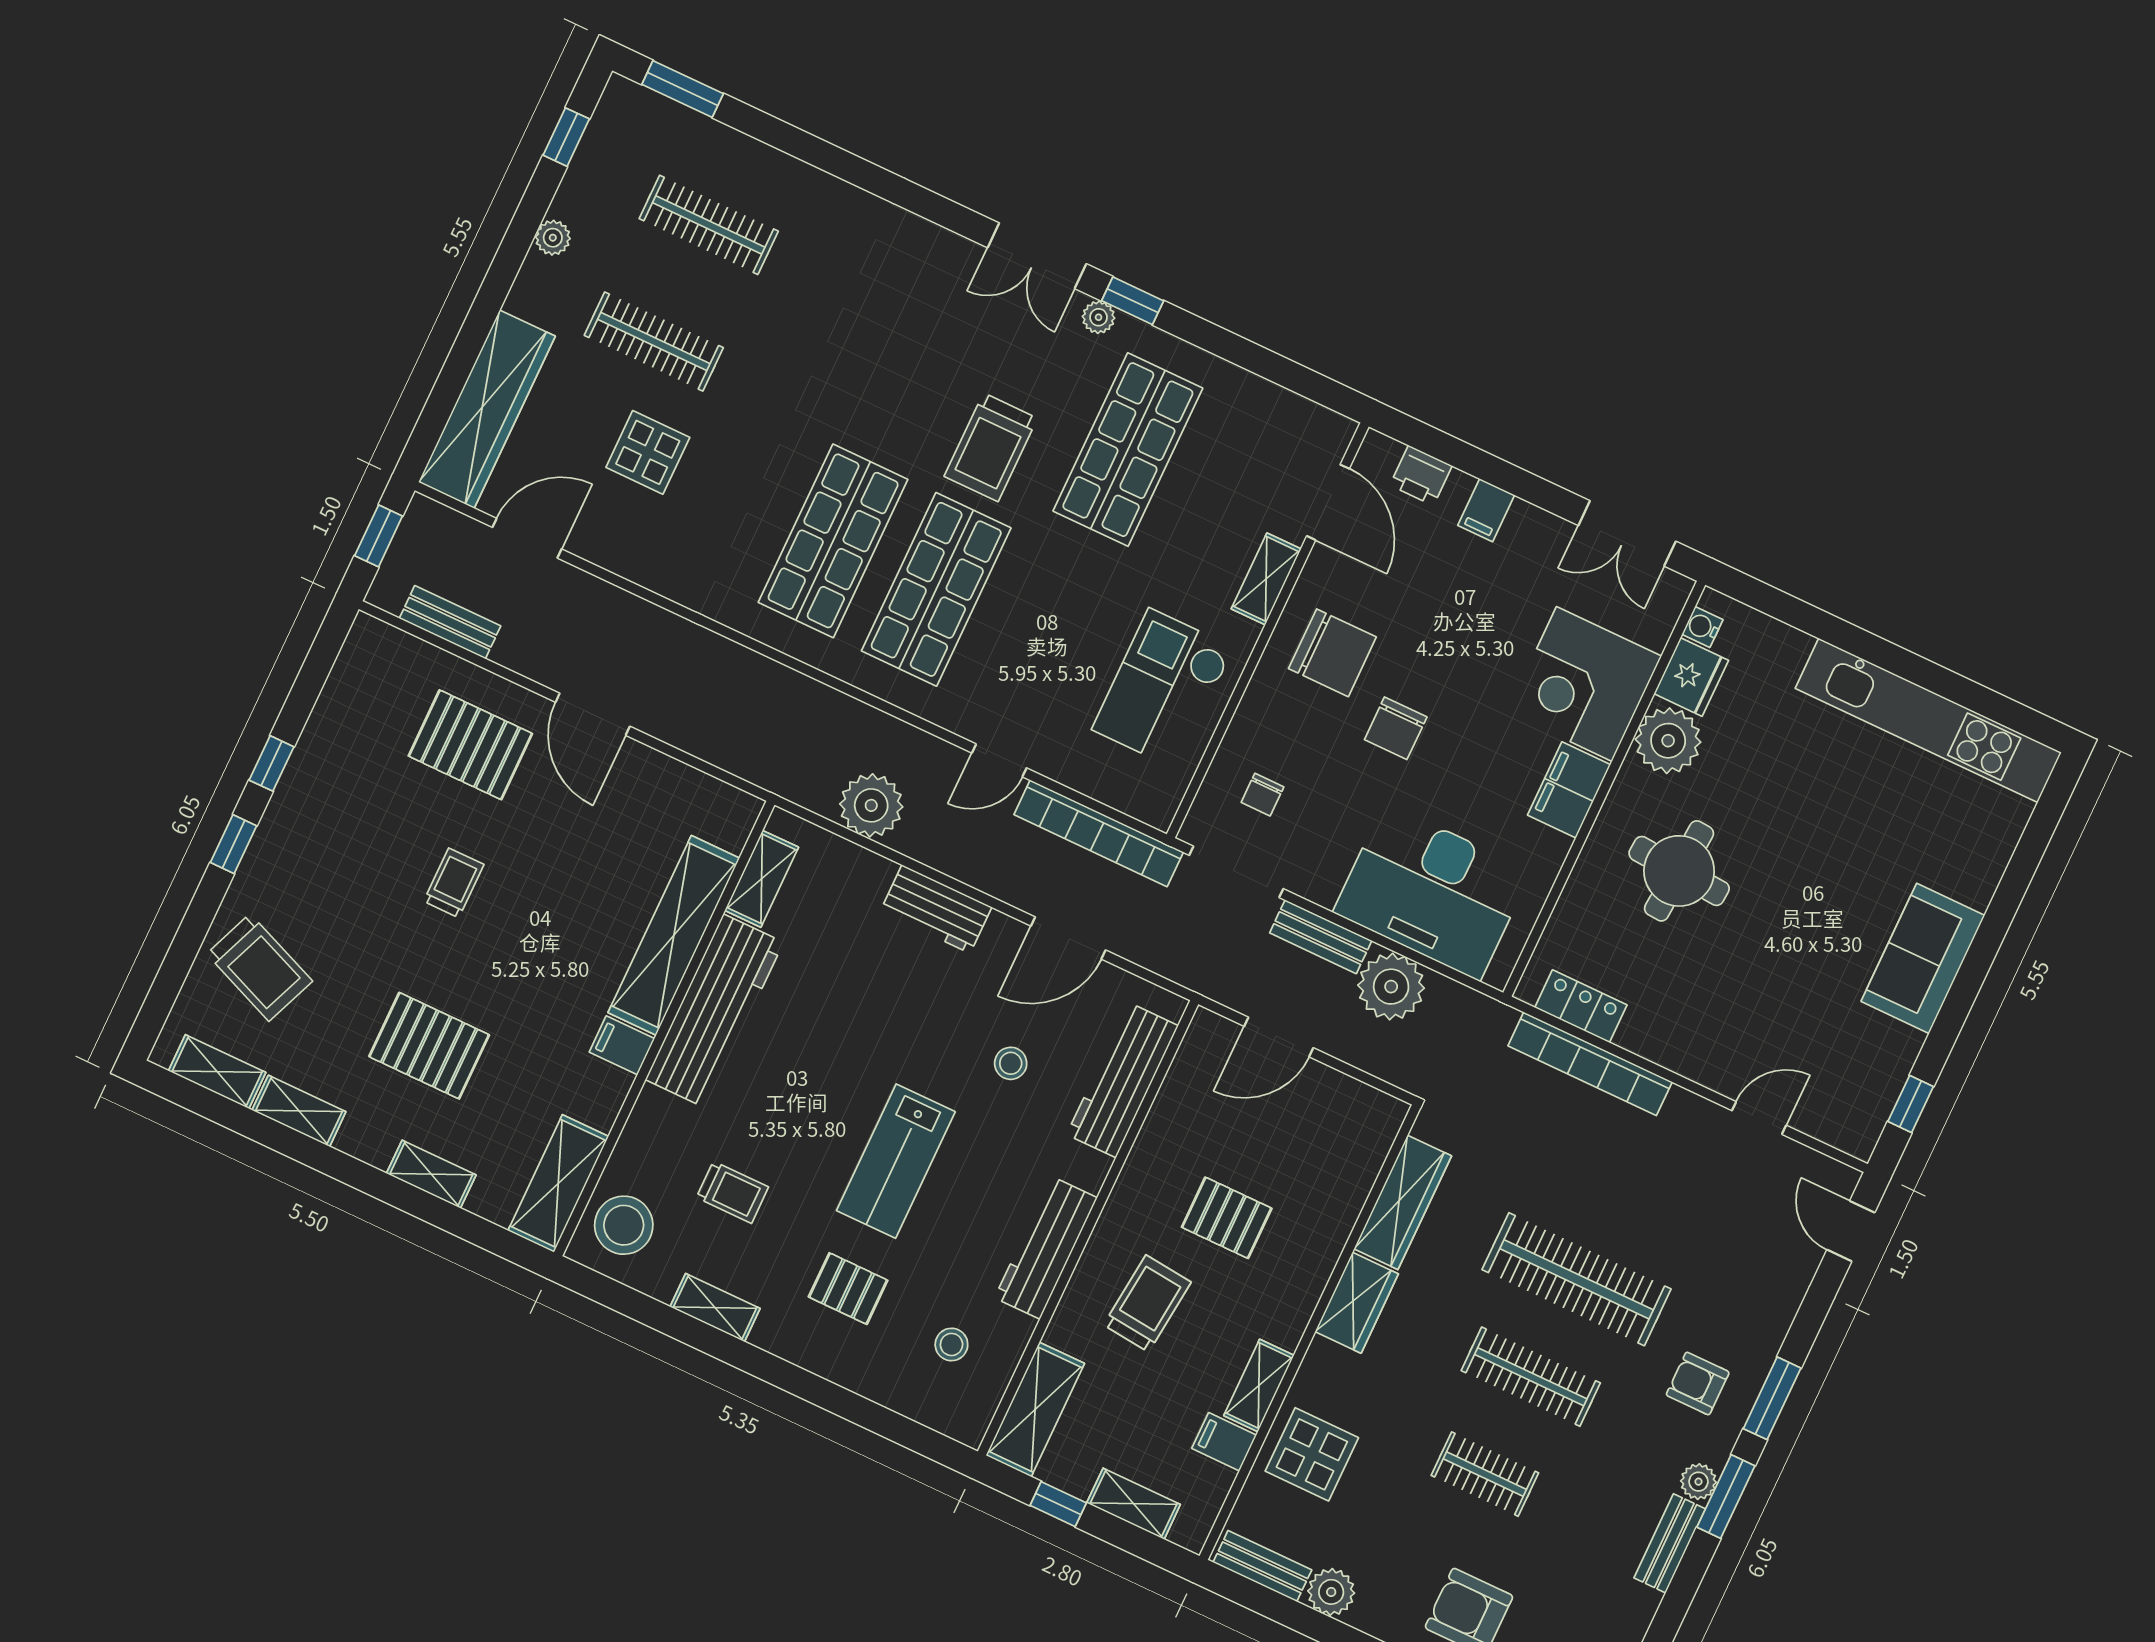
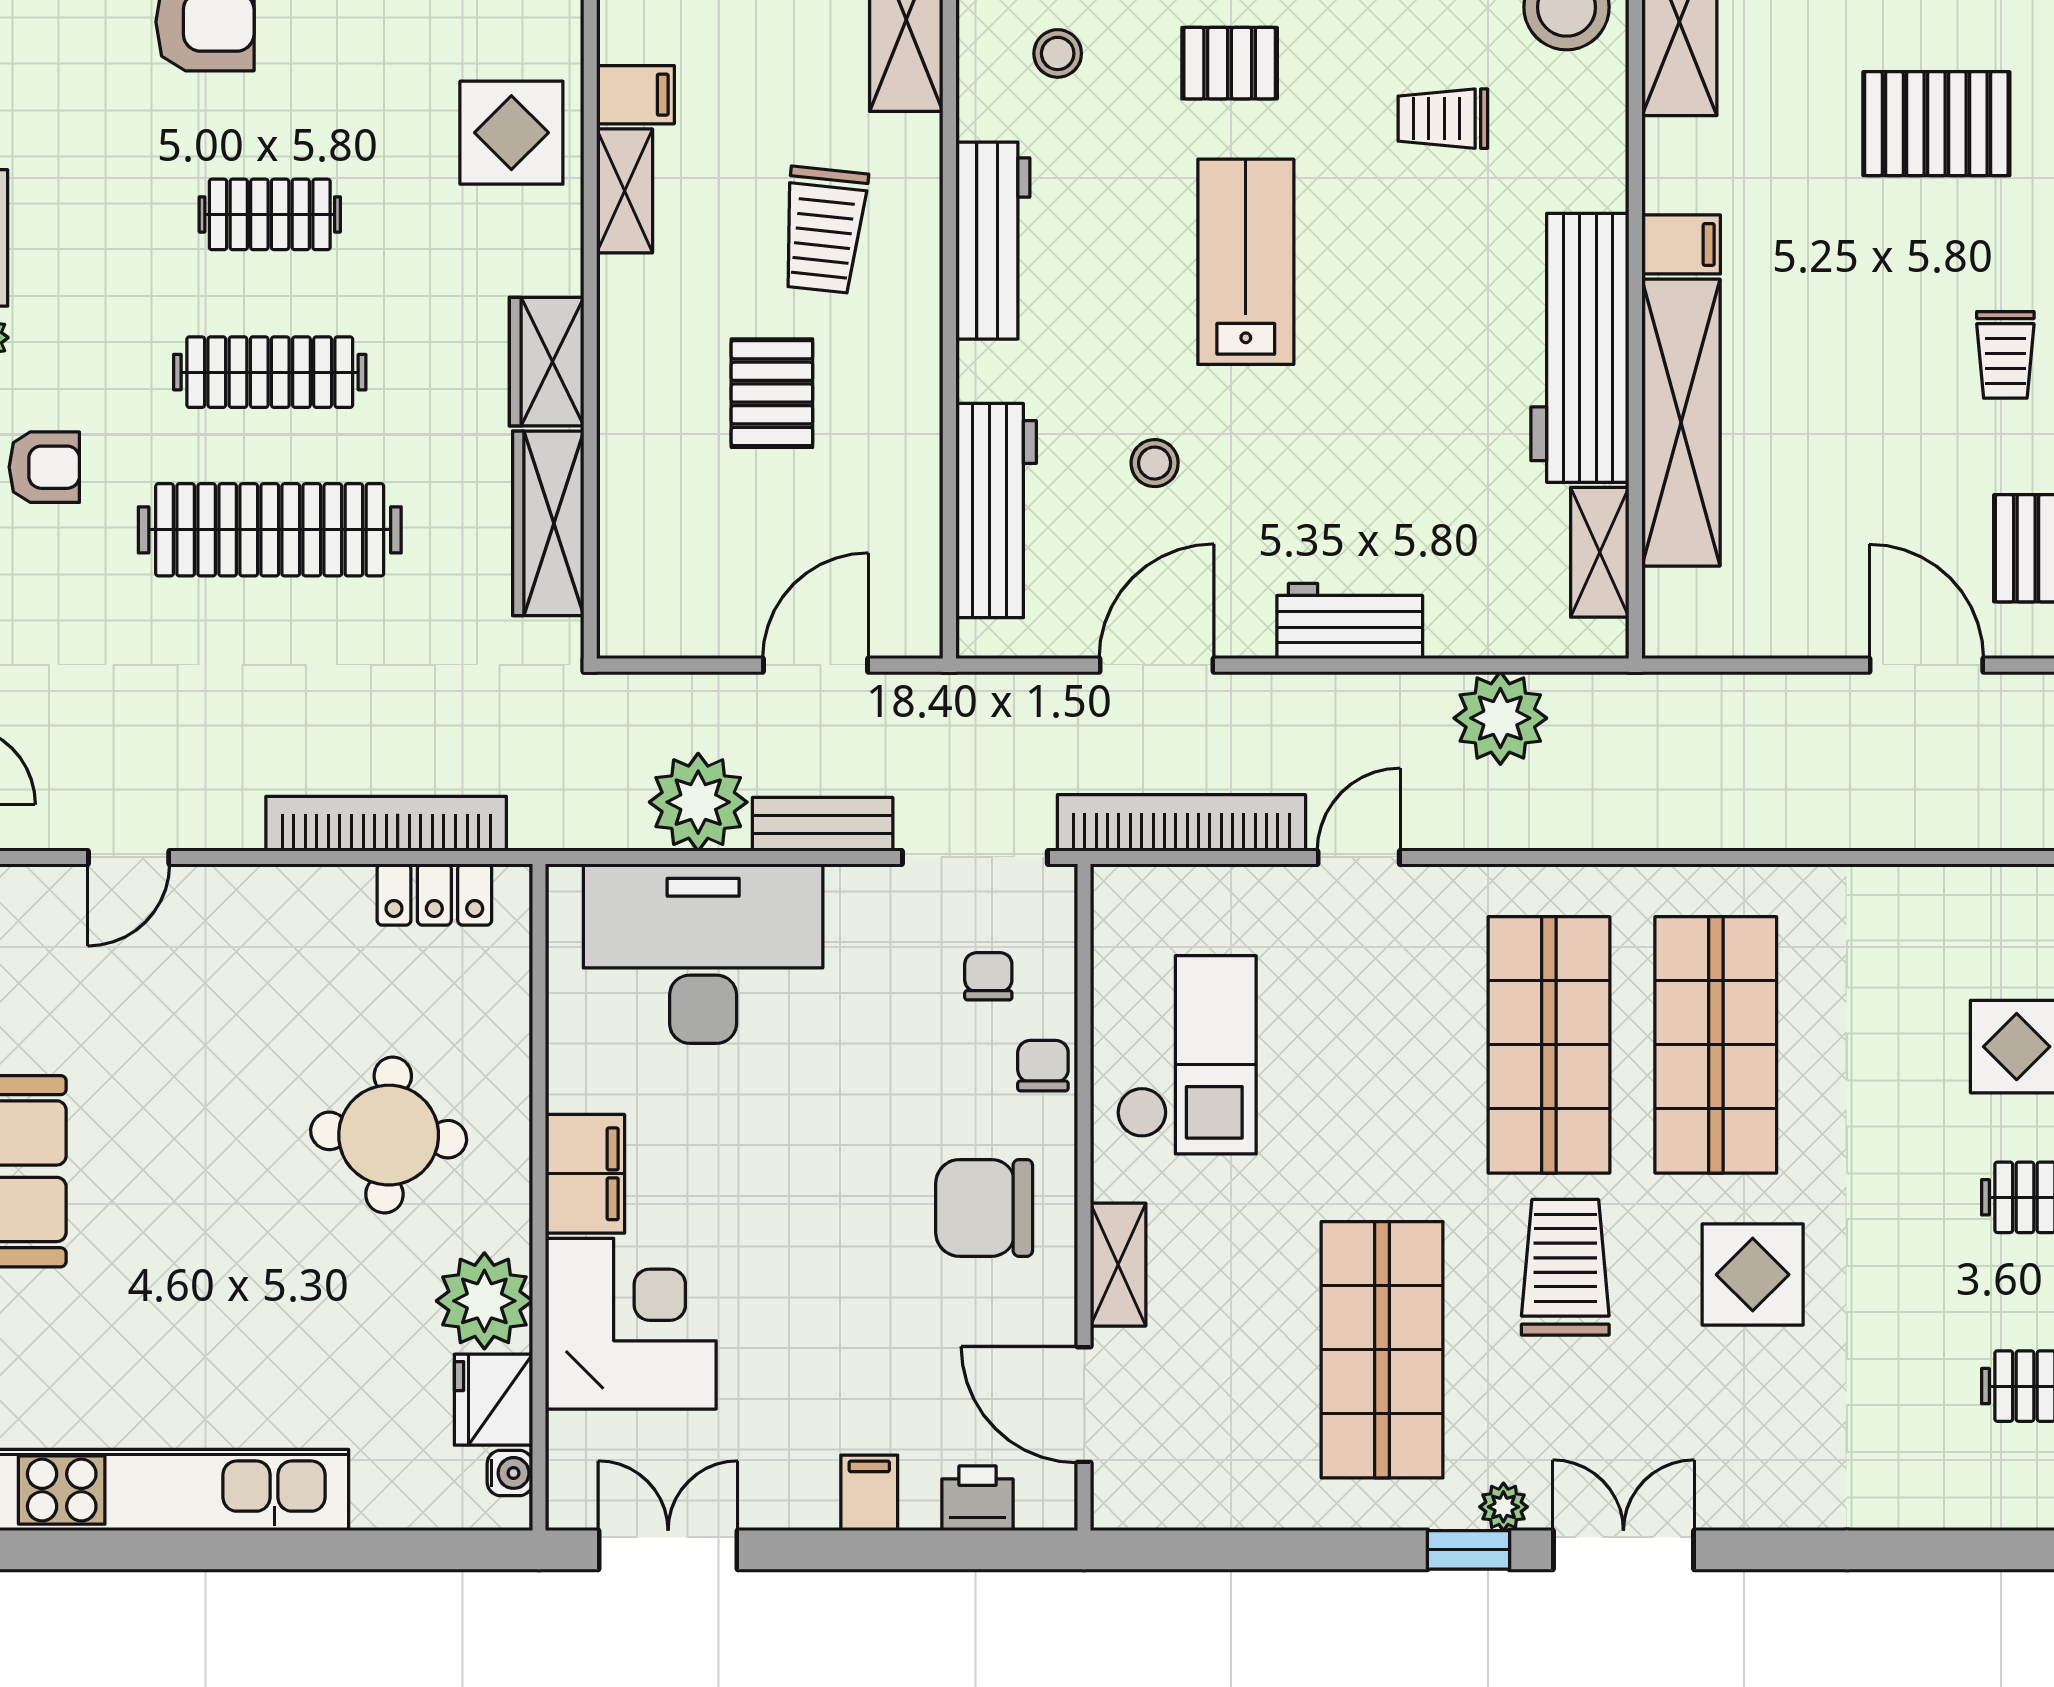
display table: (877, 388) -> (1753, 1275), added
chair: (1396, 728) -> (1043, 1066), moved, width x0.73, depth x0.73
pallet: (1227, 1218) -> (772, 393), turned 90

